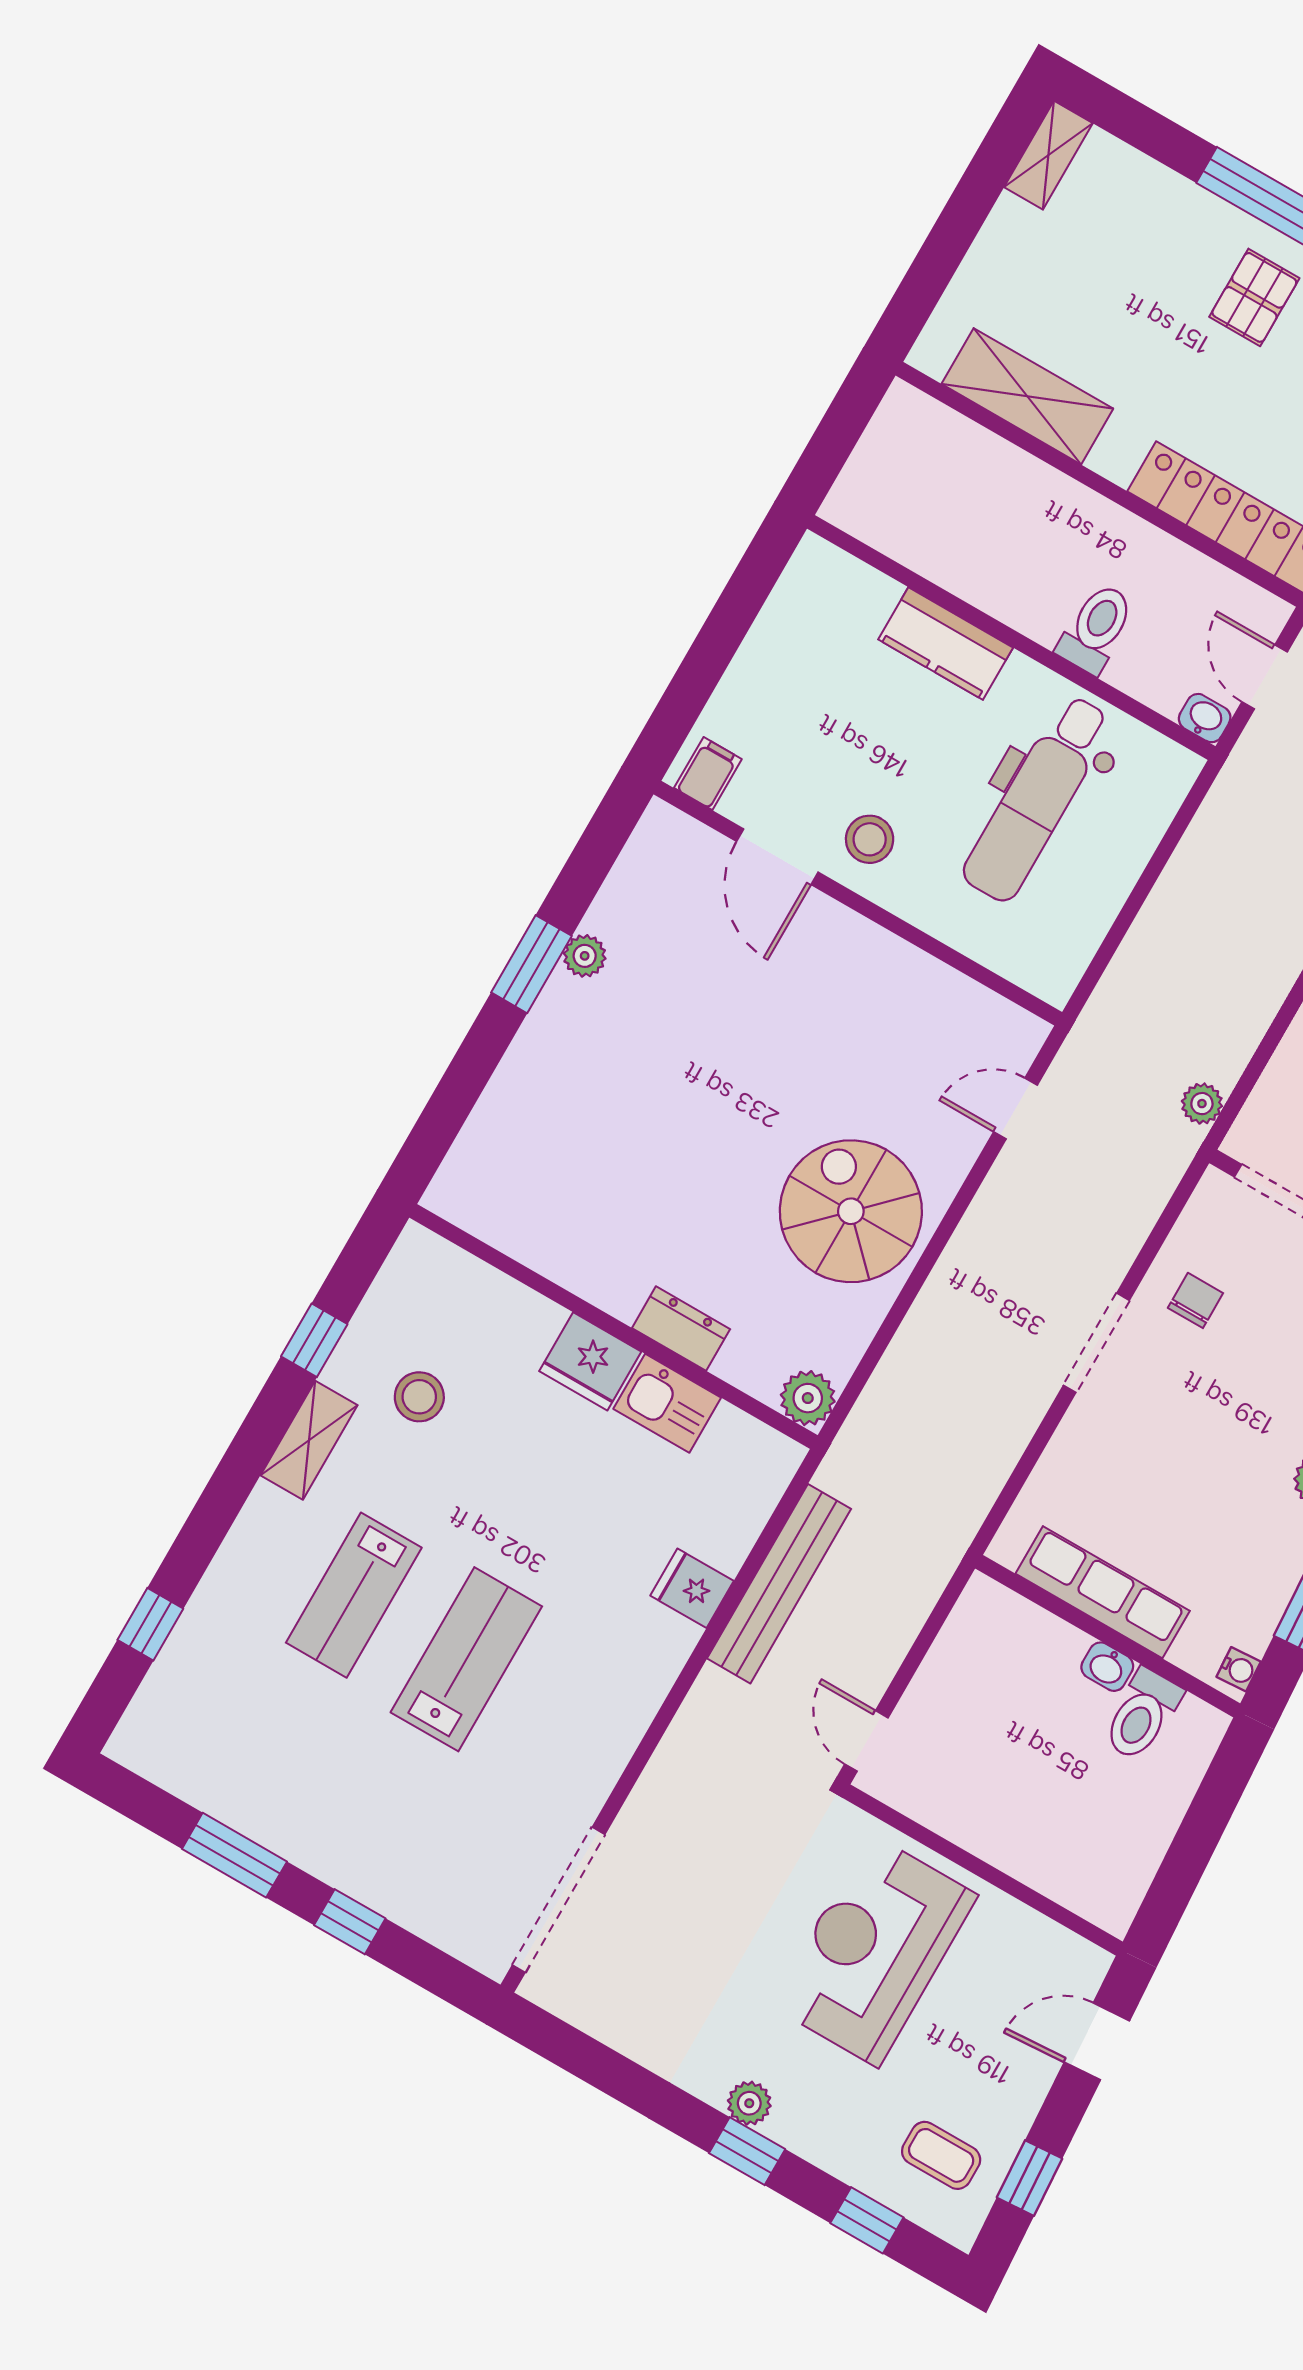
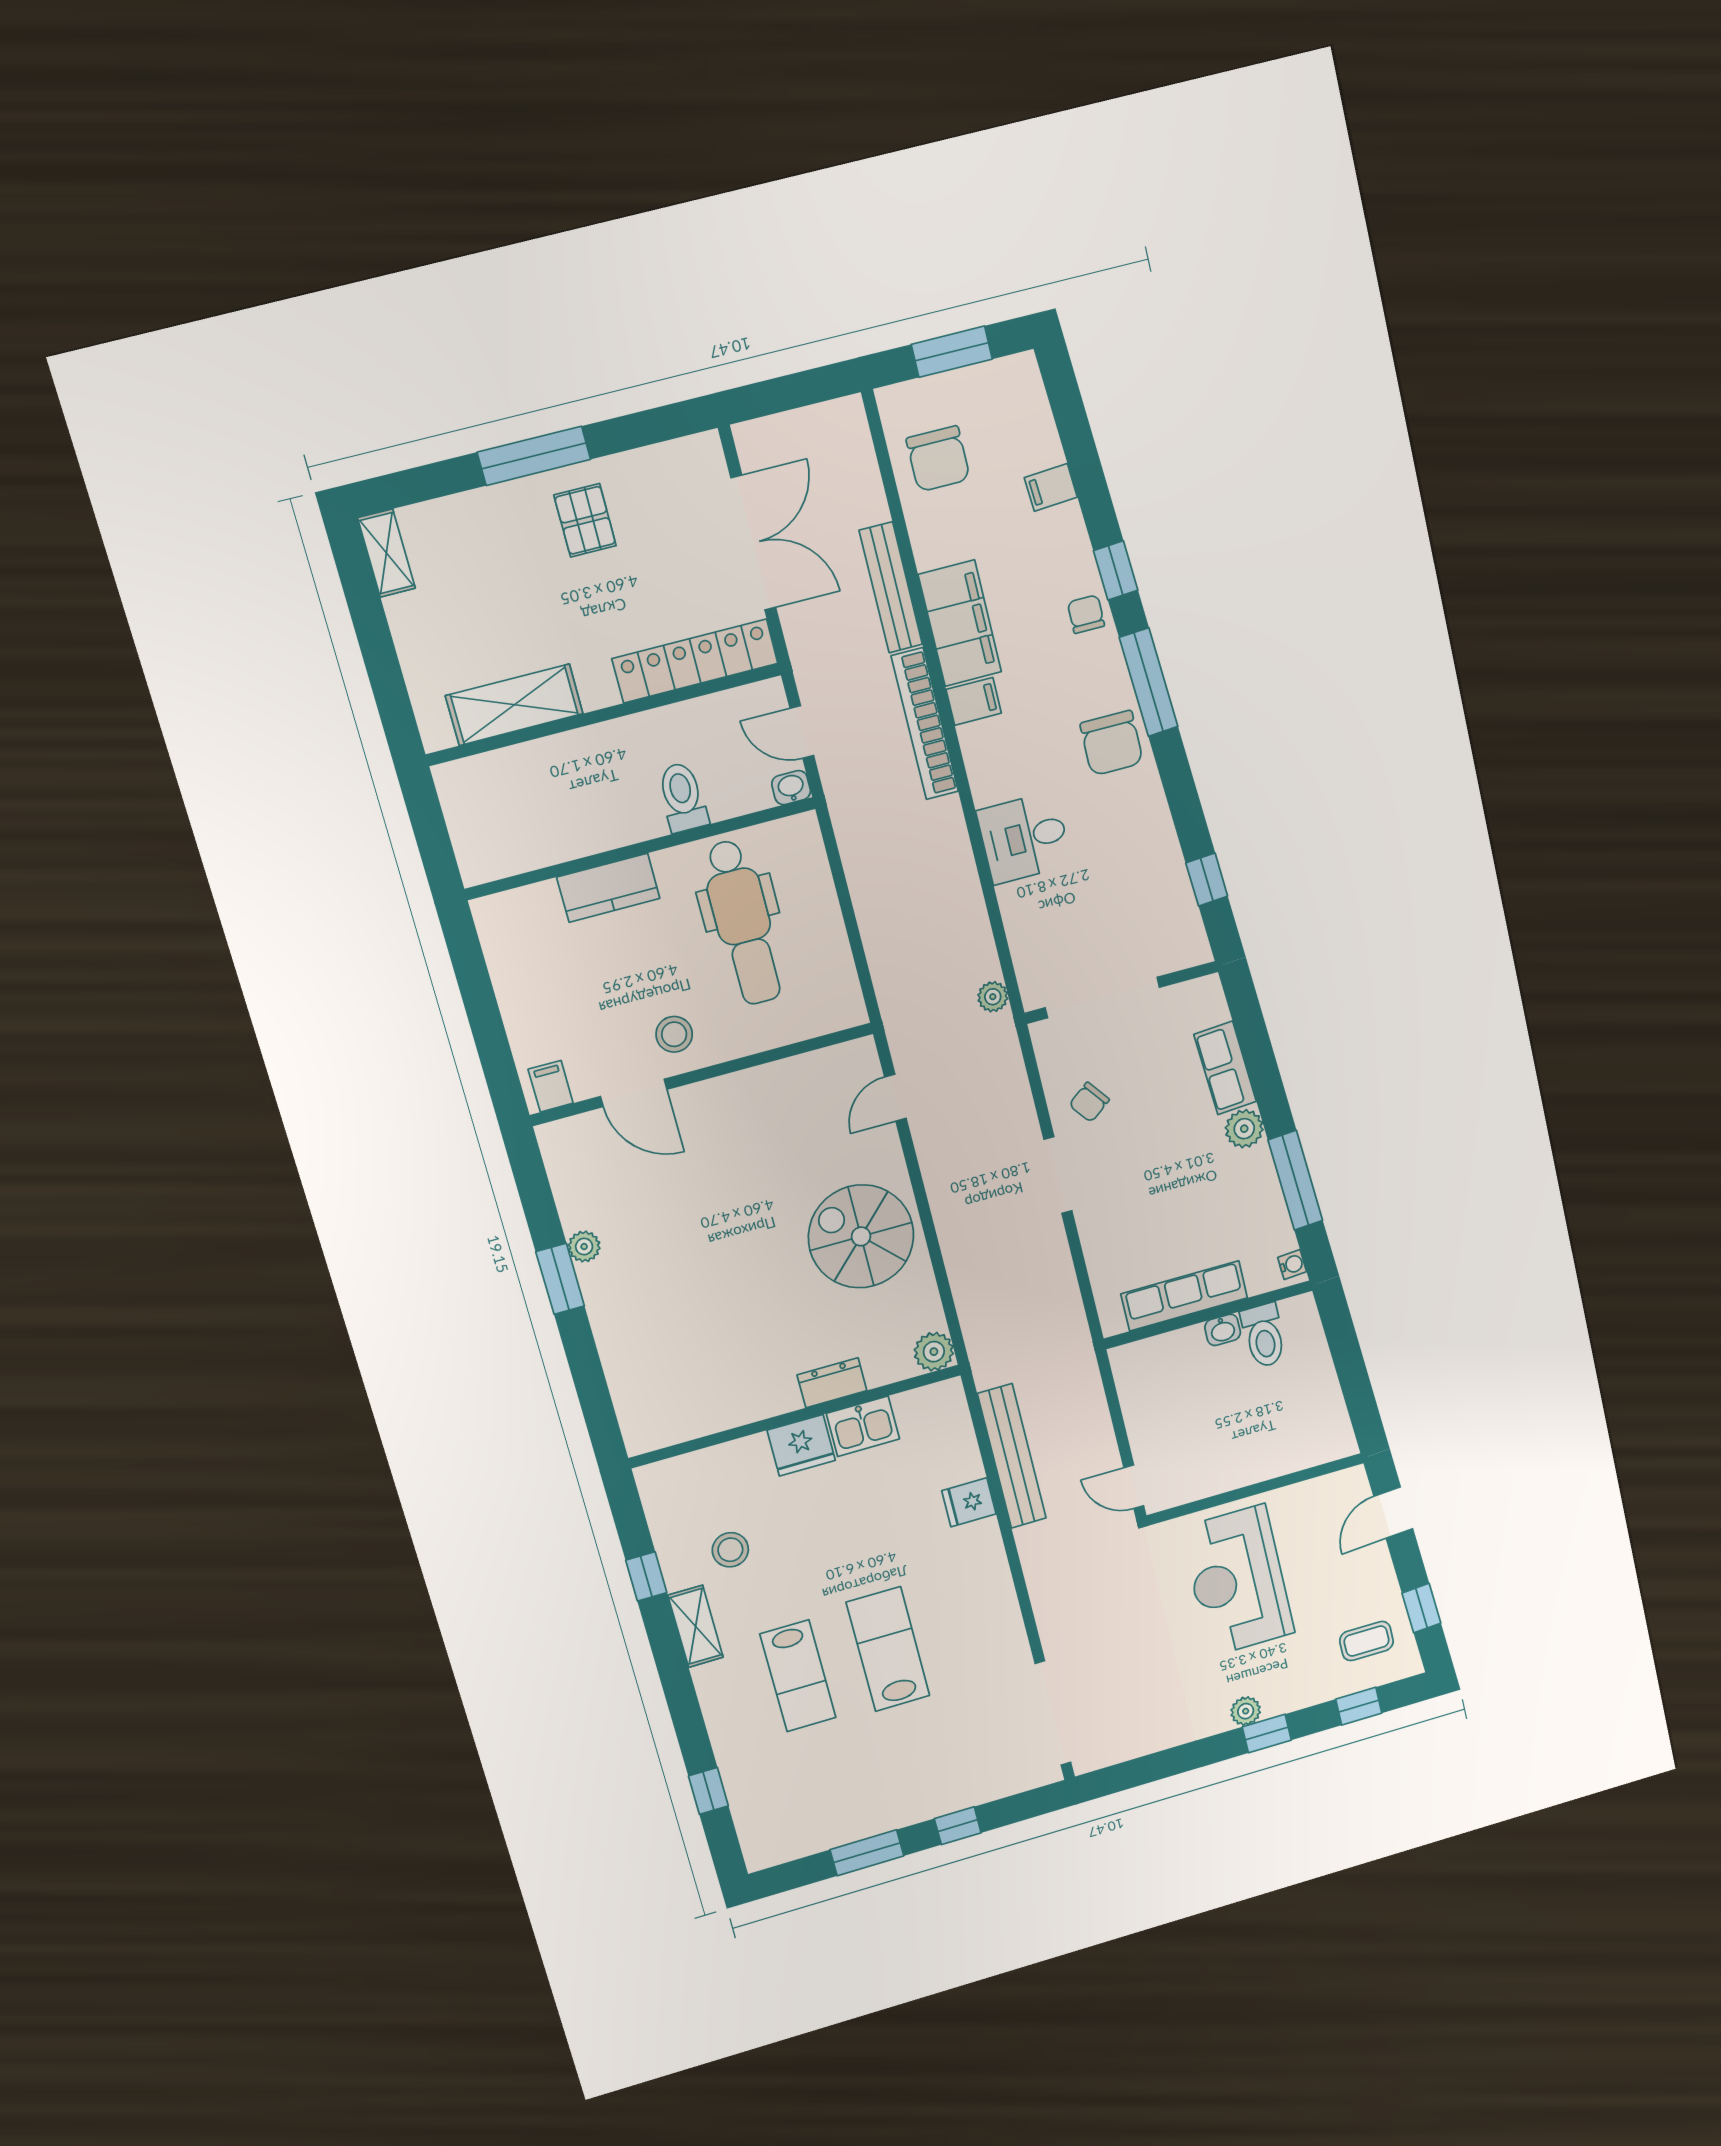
chair: (1195, 1300) -> (1089, 1102), turned -127

